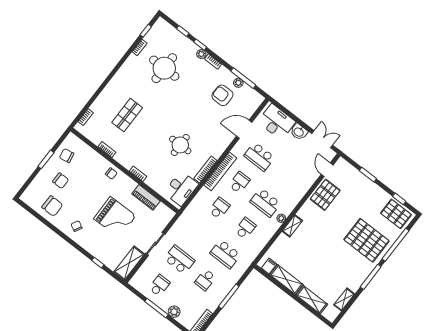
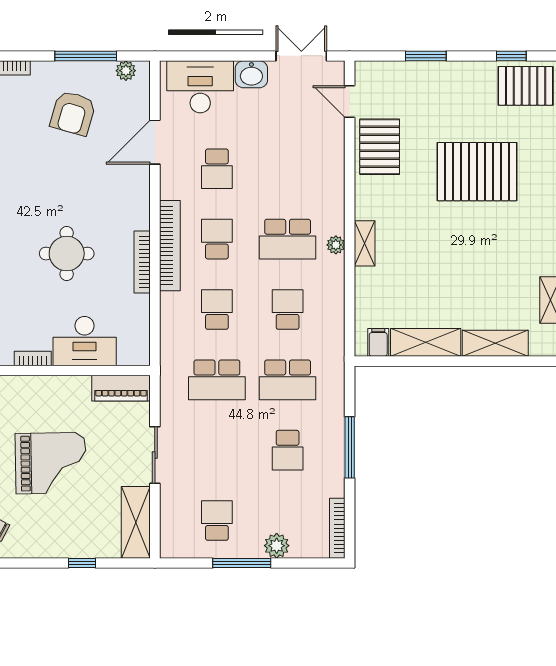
plant: (238, 83) -> (126, 71), moved
armchair: (222, 95) -> (73, 113), turned -74
school desk: (259, 157) -> (217, 169), width x0.54
desk: (181, 188) -> (85, 341), moved, turned 90
piano: (146, 197) -> (121, 388), moved
pallet: (366, 240) -> (477, 172), moved
school desk: (179, 260) -> (217, 380), moved, turned 180

